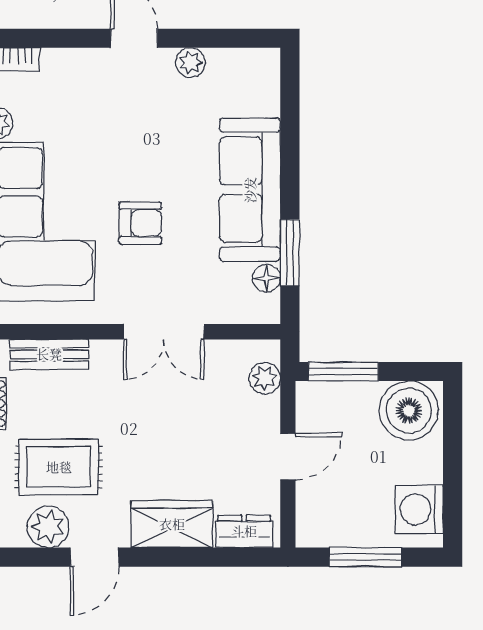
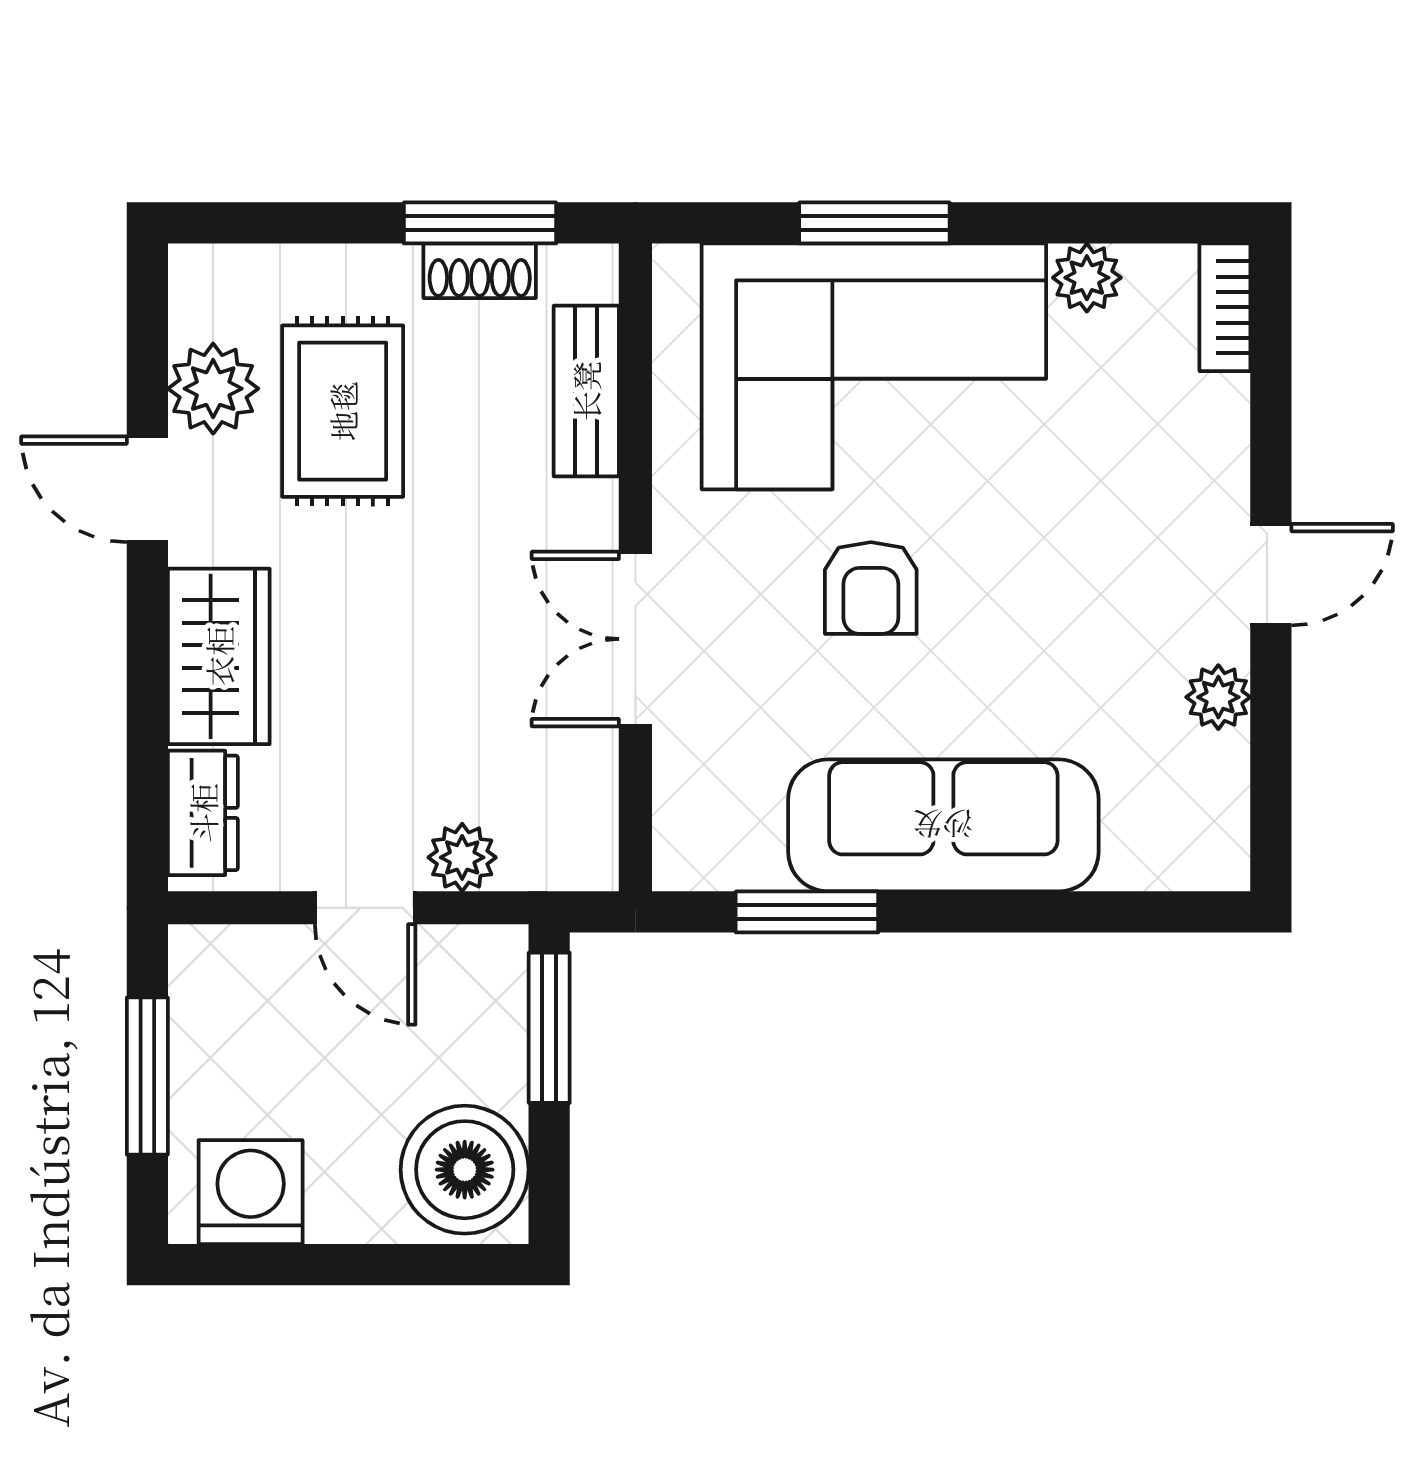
floor lamp: (266, 278) -> (752, 861), removed
plant: (265, 378) -> (462, 857), moved

